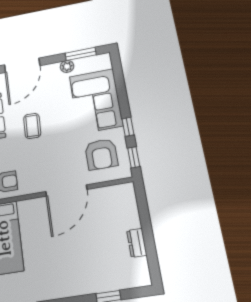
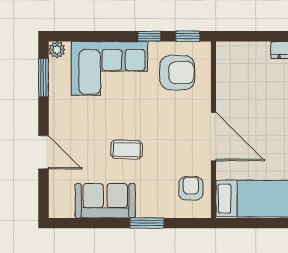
door: (22, 65) -> (43, 152), width x0.73
plant: (67, 66) -> (57, 50), moved
door: (66, 191) -> (214, 137), moved

